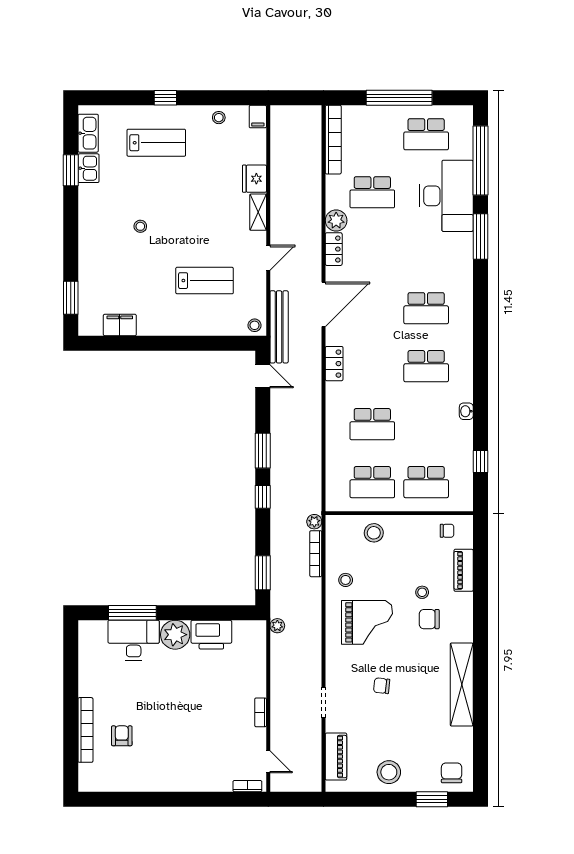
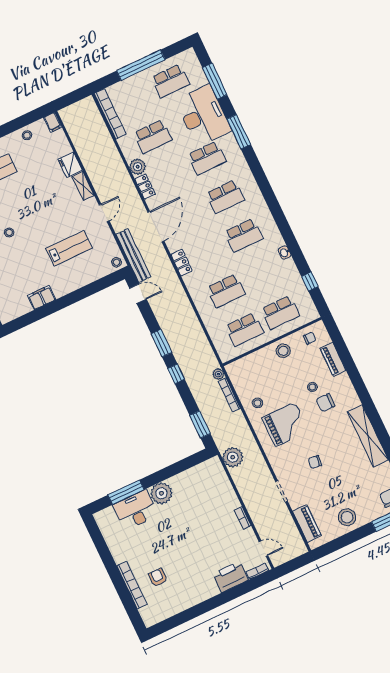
window: (480, 161) -> (215, 81), width x0.68
school desk: (426, 250) -> (207, 158), added
filing cabinet: (120, 325) -> (42, 298), moved
stool: (374, 533) -> (283, 351), moved
plant: (277, 626) -> (233, 457), width x1.87, depth x1.87
printer: (211, 635) -> (231, 577), moved, turned 180

